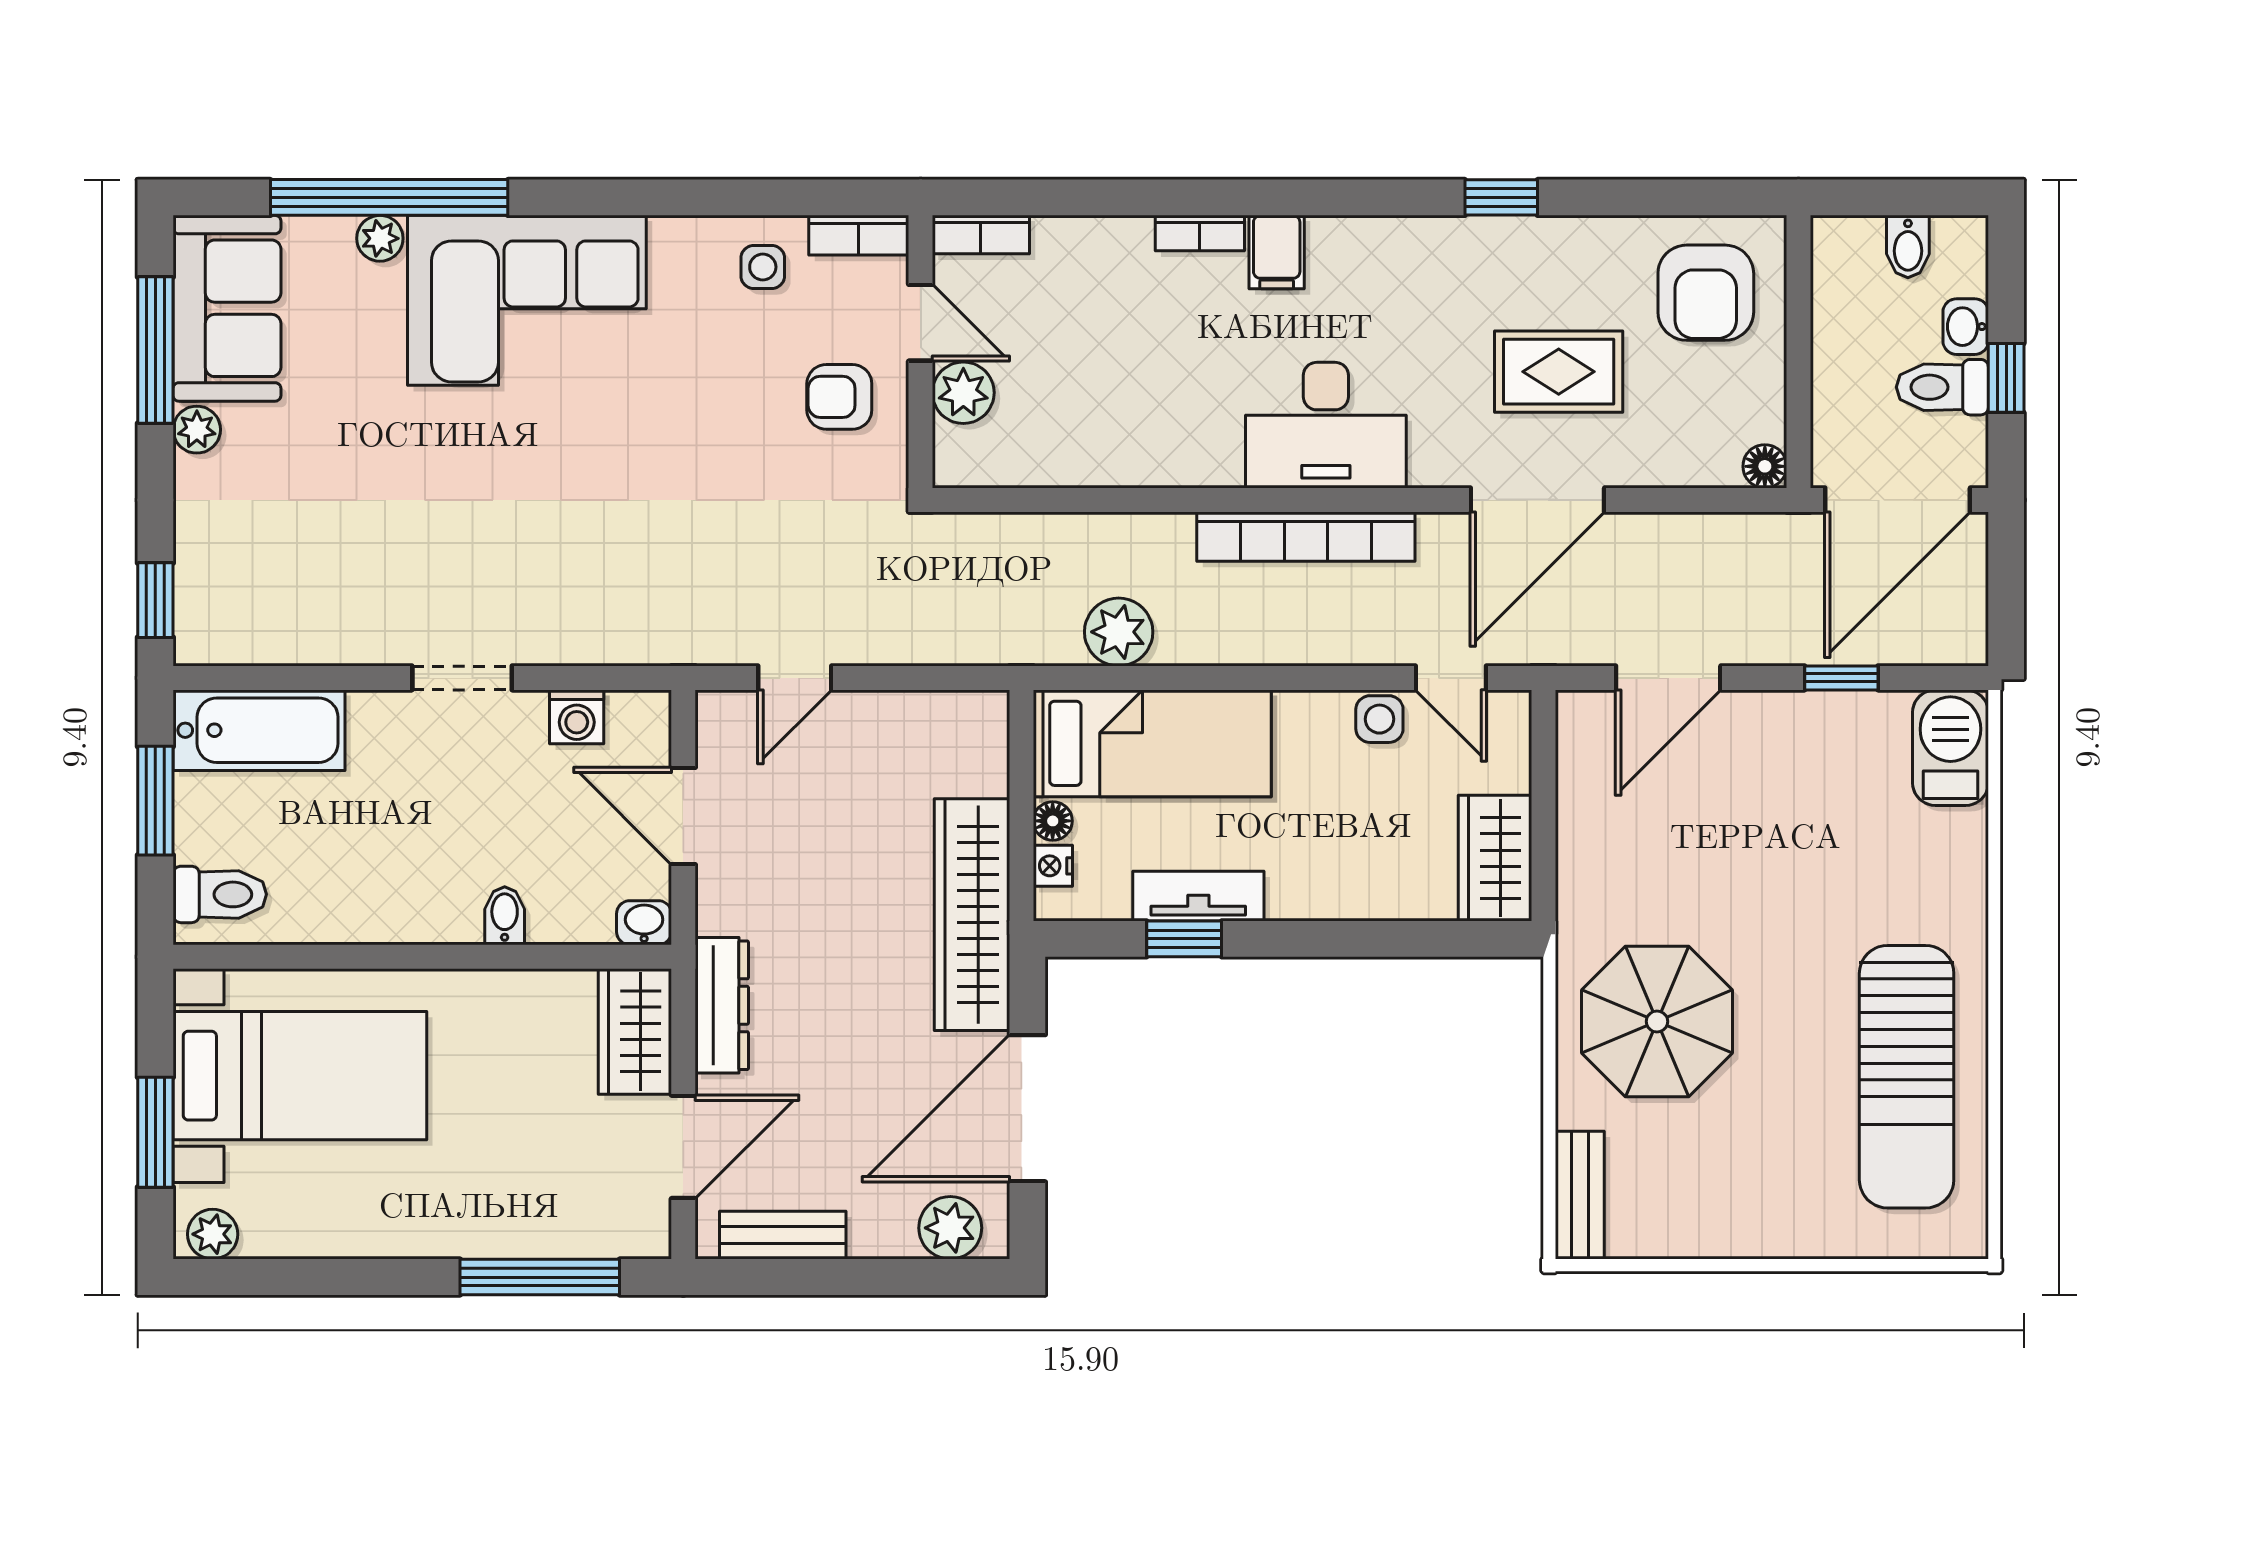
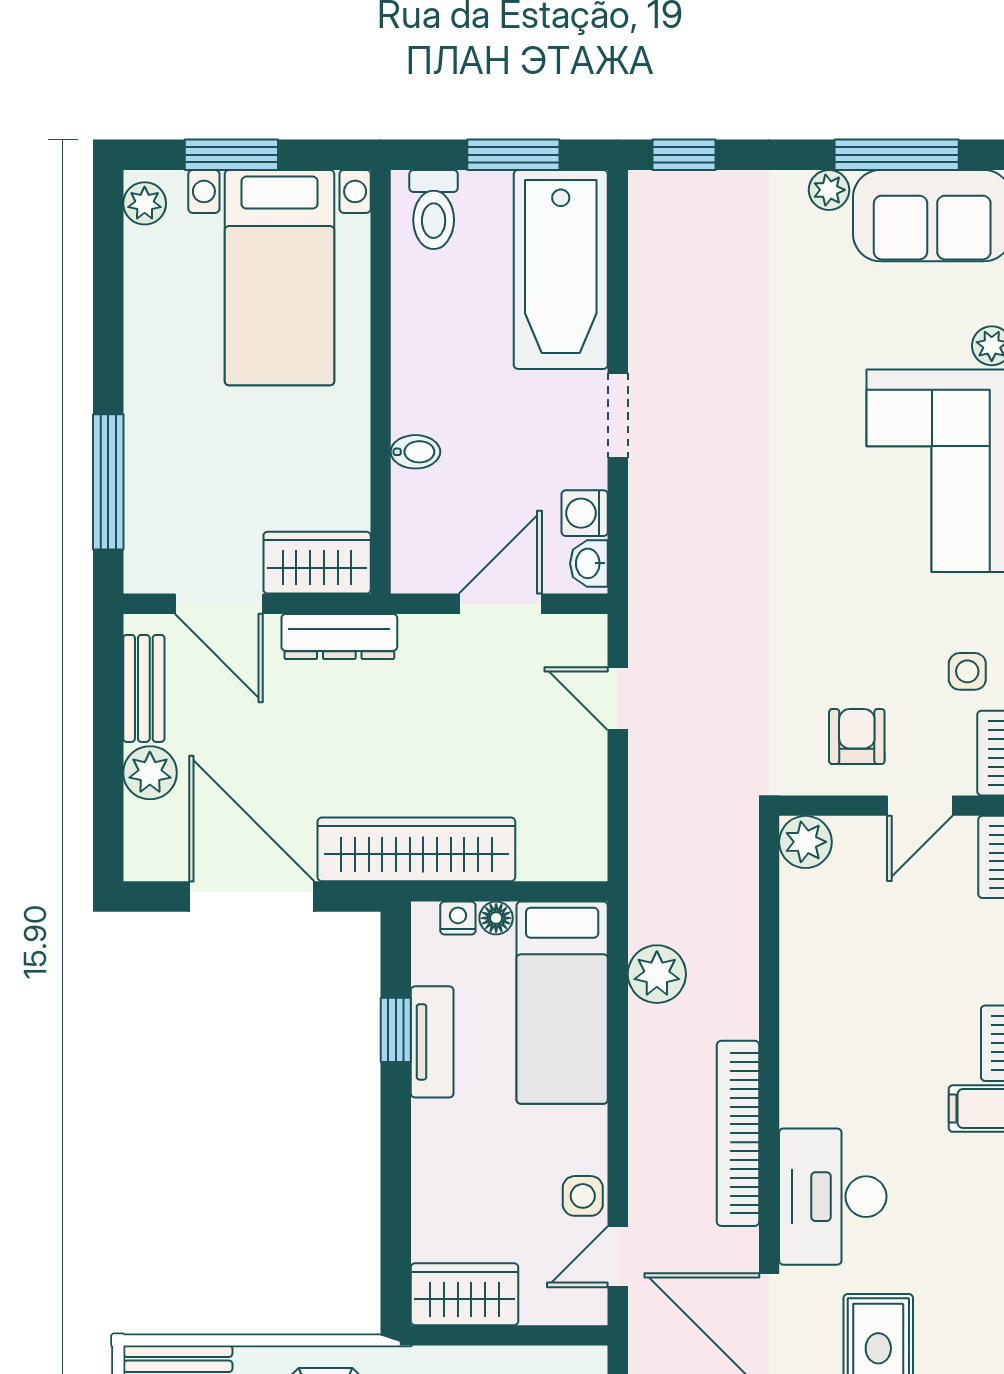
plant: (963, 393) -> (805, 842), moved
desk: (1326, 425) -> (833, 1197), moved
bathtub: (259, 730) -> (561, 269), width x1.36, depth x1.36
washbasin: (644, 923) -> (589, 563), moved, turned 180
plant: (950, 1228) -> (150, 773), moved

